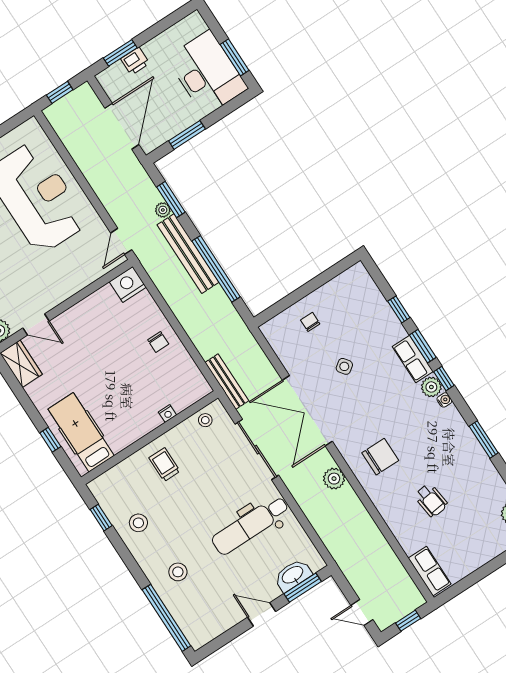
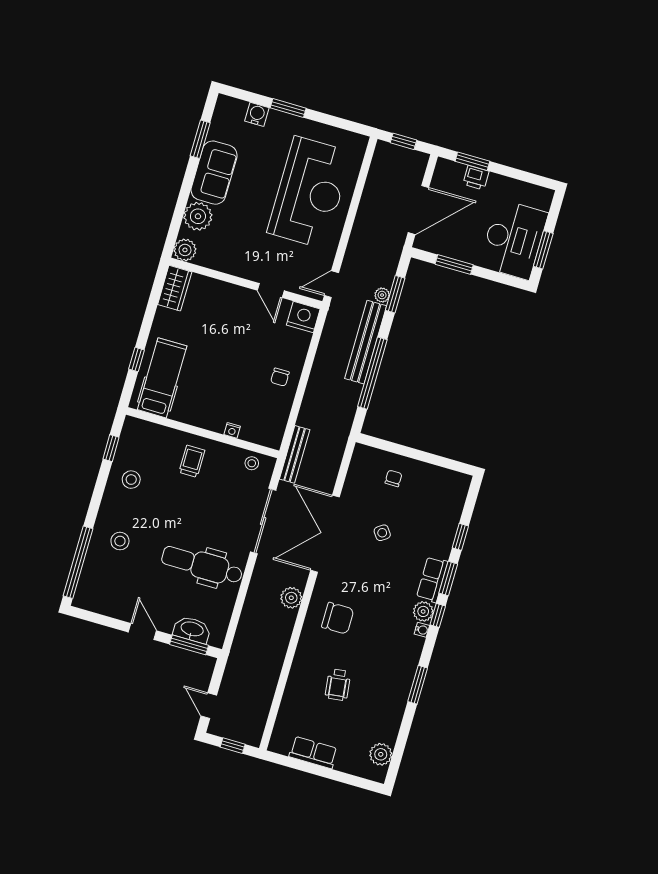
door: (36, 325) -> (271, 290), moved
row of seats: (430, 571) -> (313, 752), moved, turned -90

